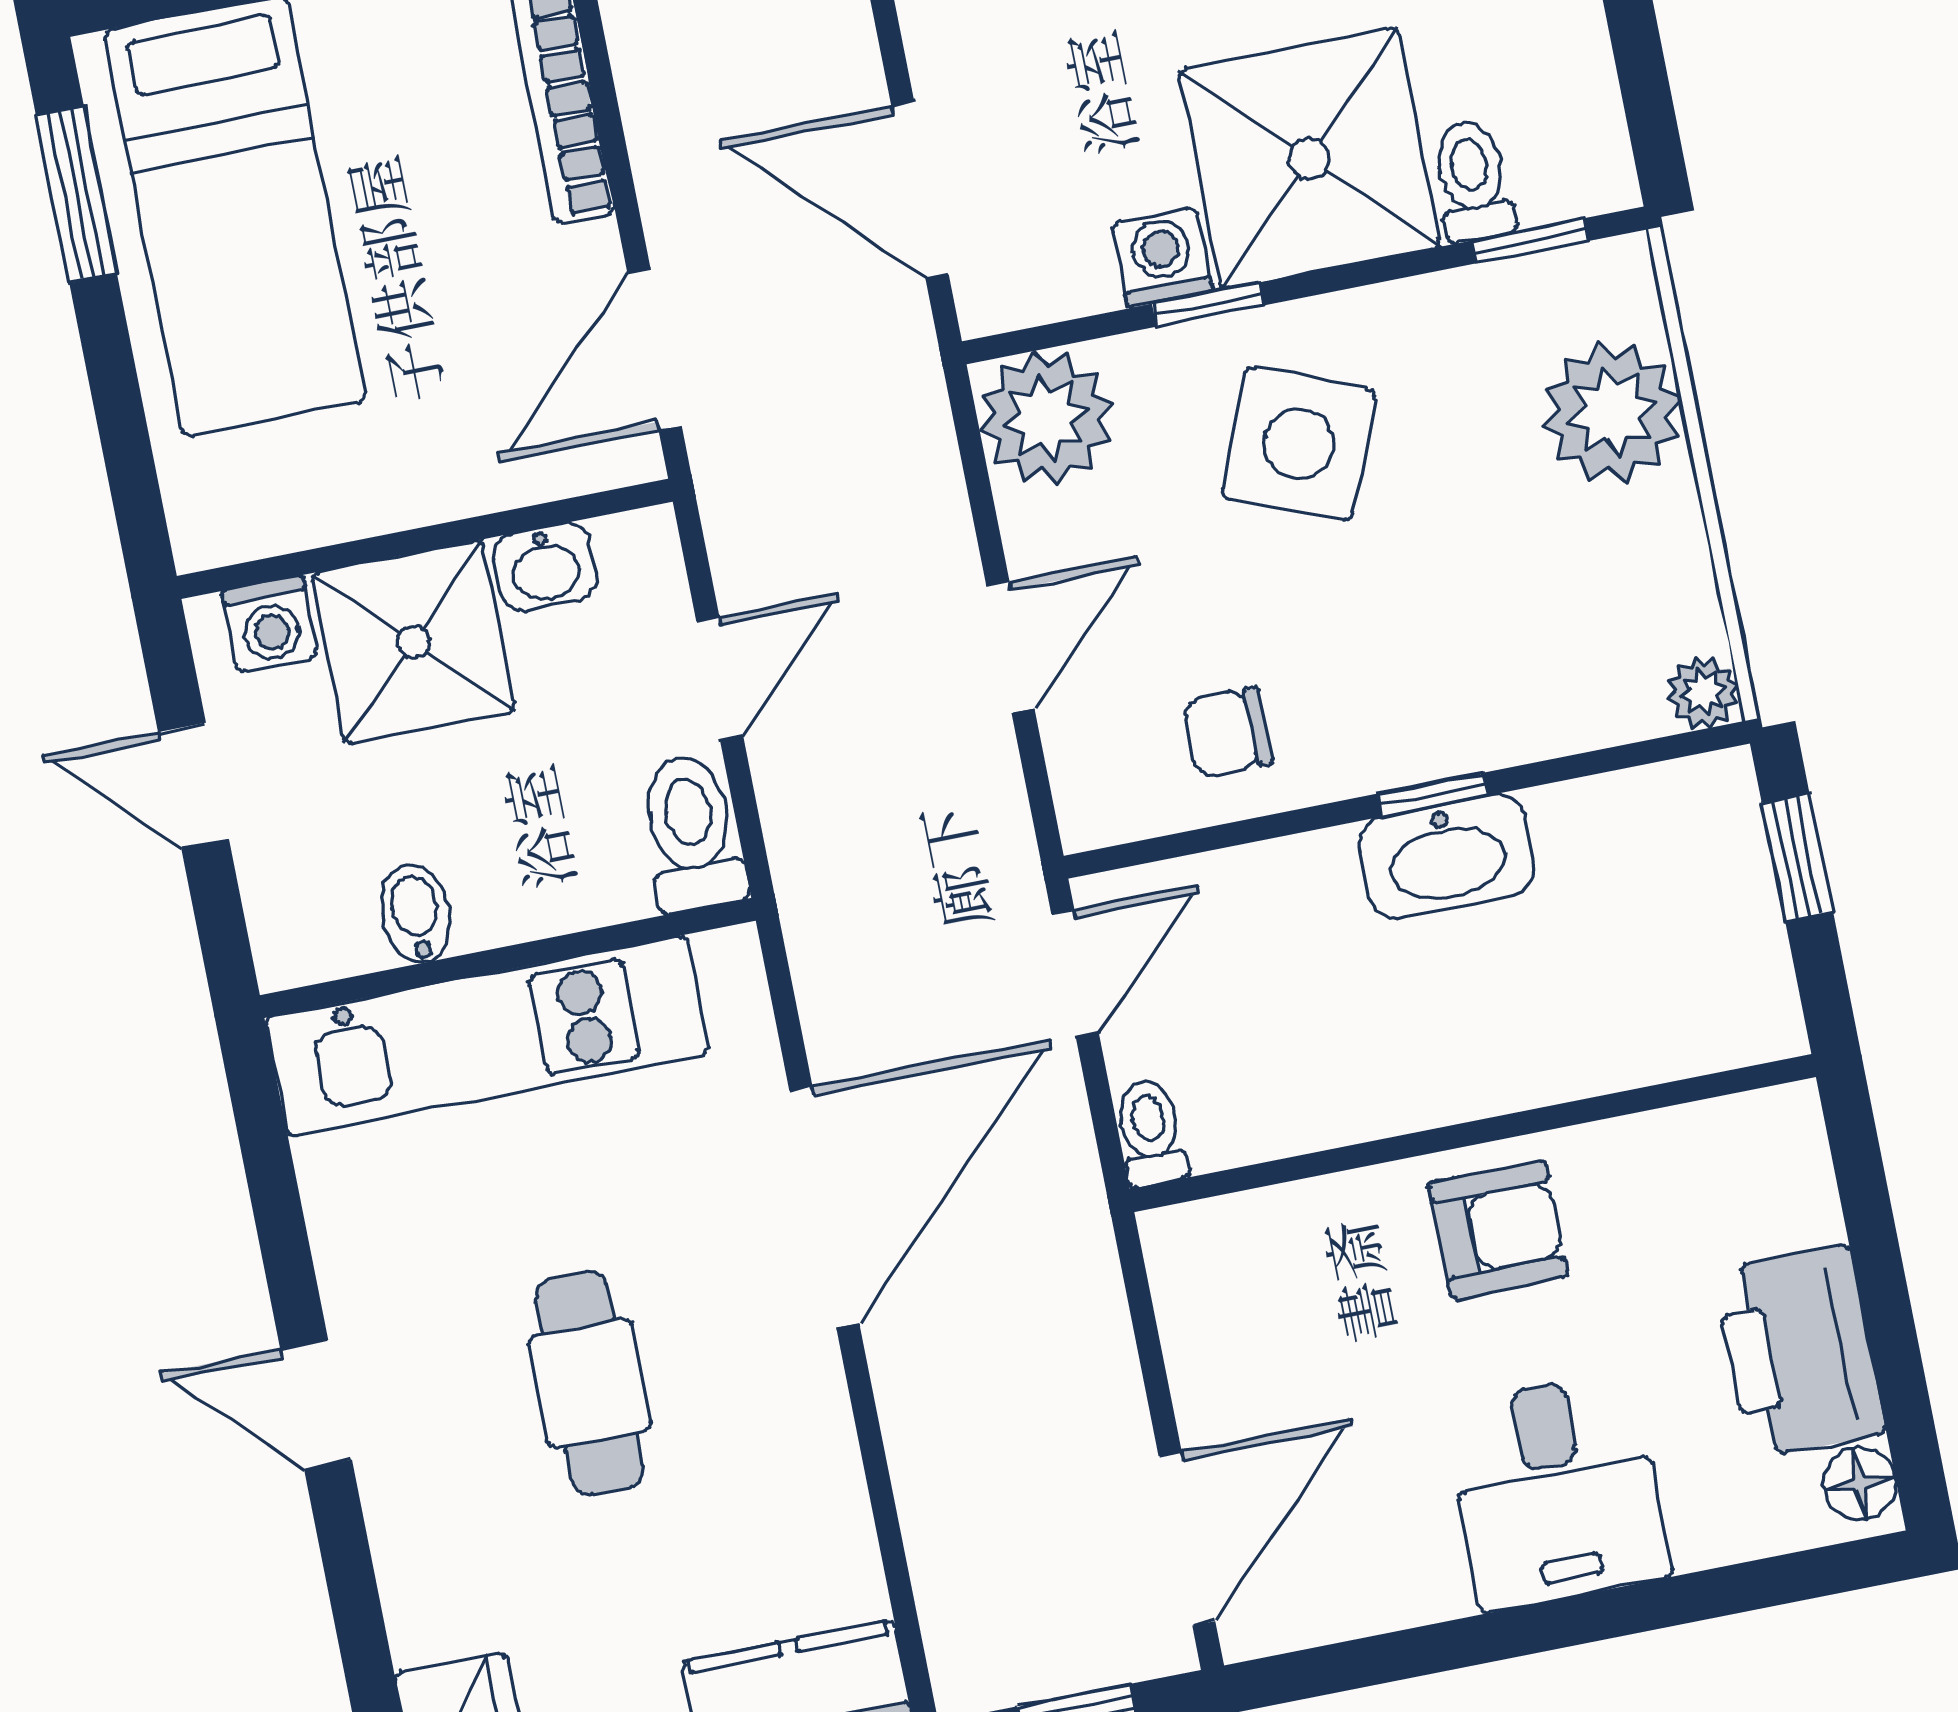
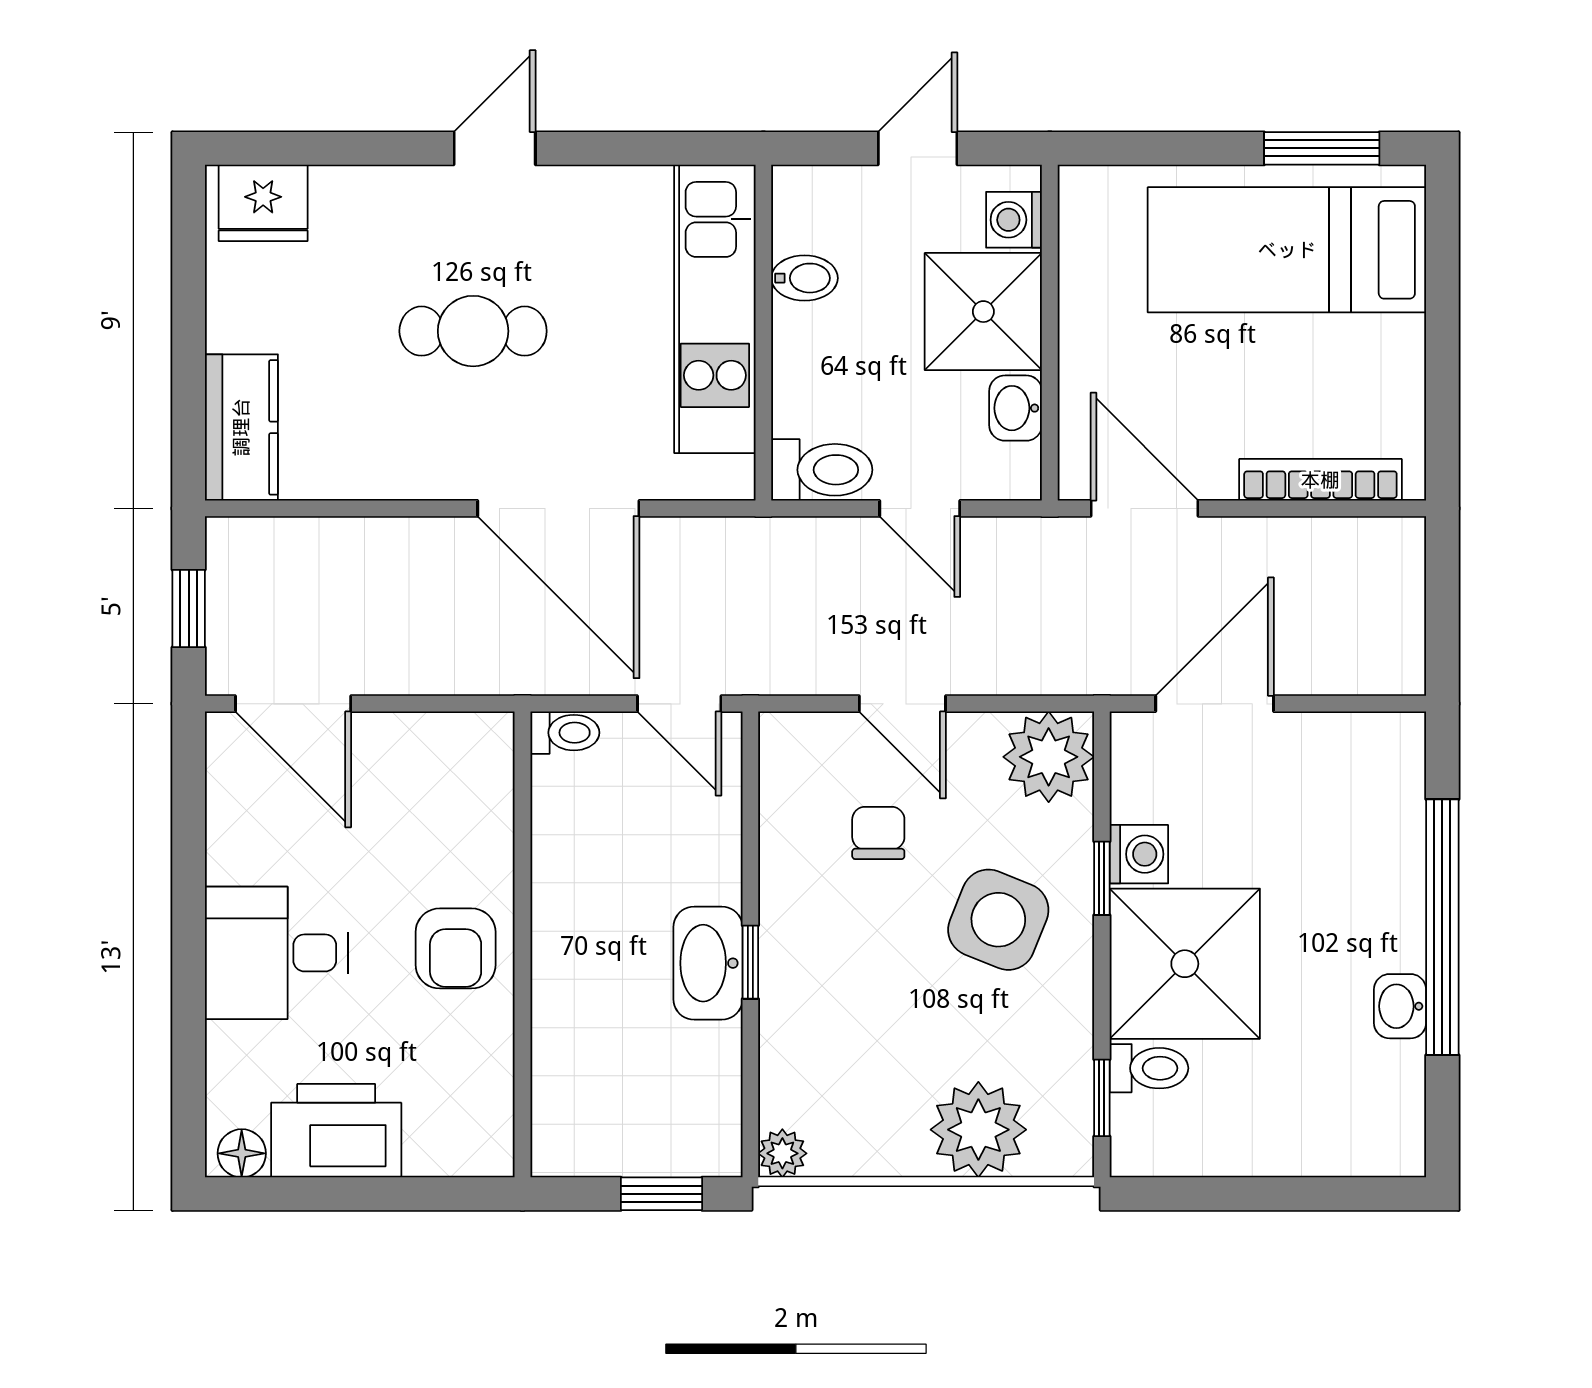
chair: (1228, 732) -> (878, 833), moved

